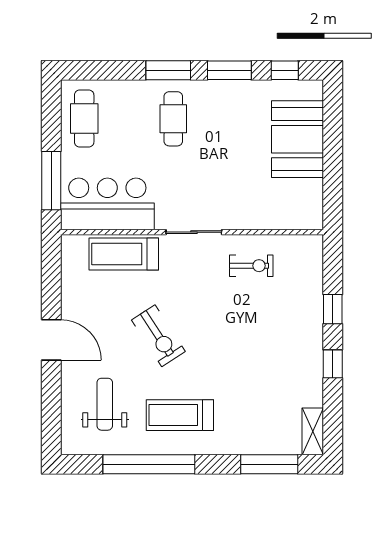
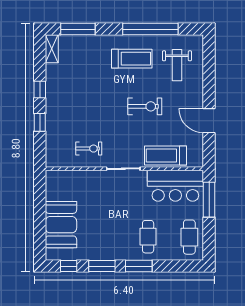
cafe table: (173, 119) -> (148, 237), moved
treadmill: (124, 254) -> (166, 156), turned 180
exercise bike: (251, 266) -> (89, 149), turned 180
exercise bike: (158, 336) -> (145, 106), turned 123
door: (51, 340) -> (209, 121), moved

